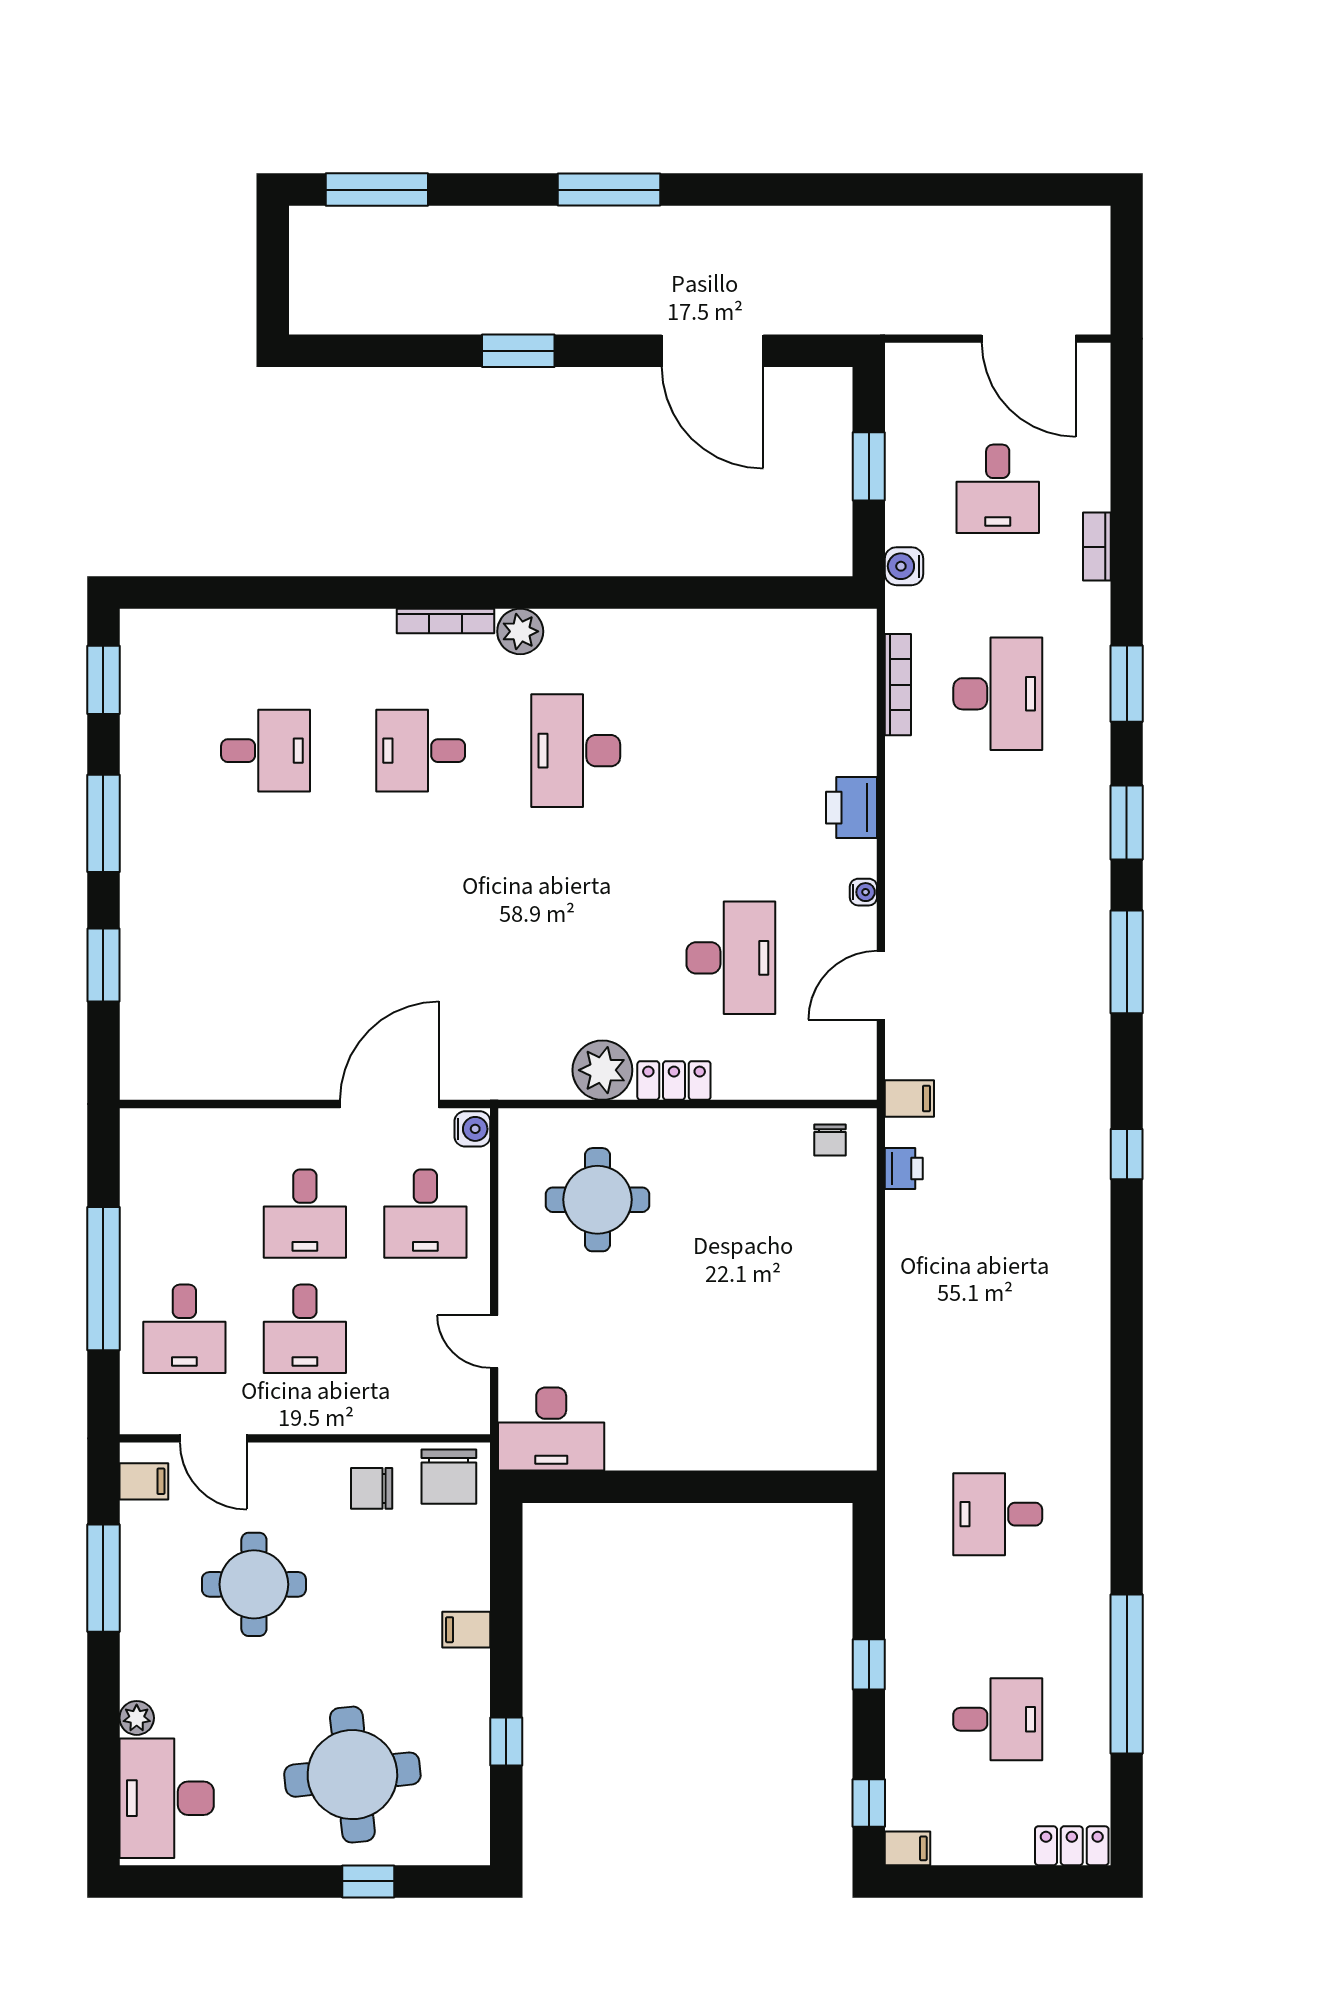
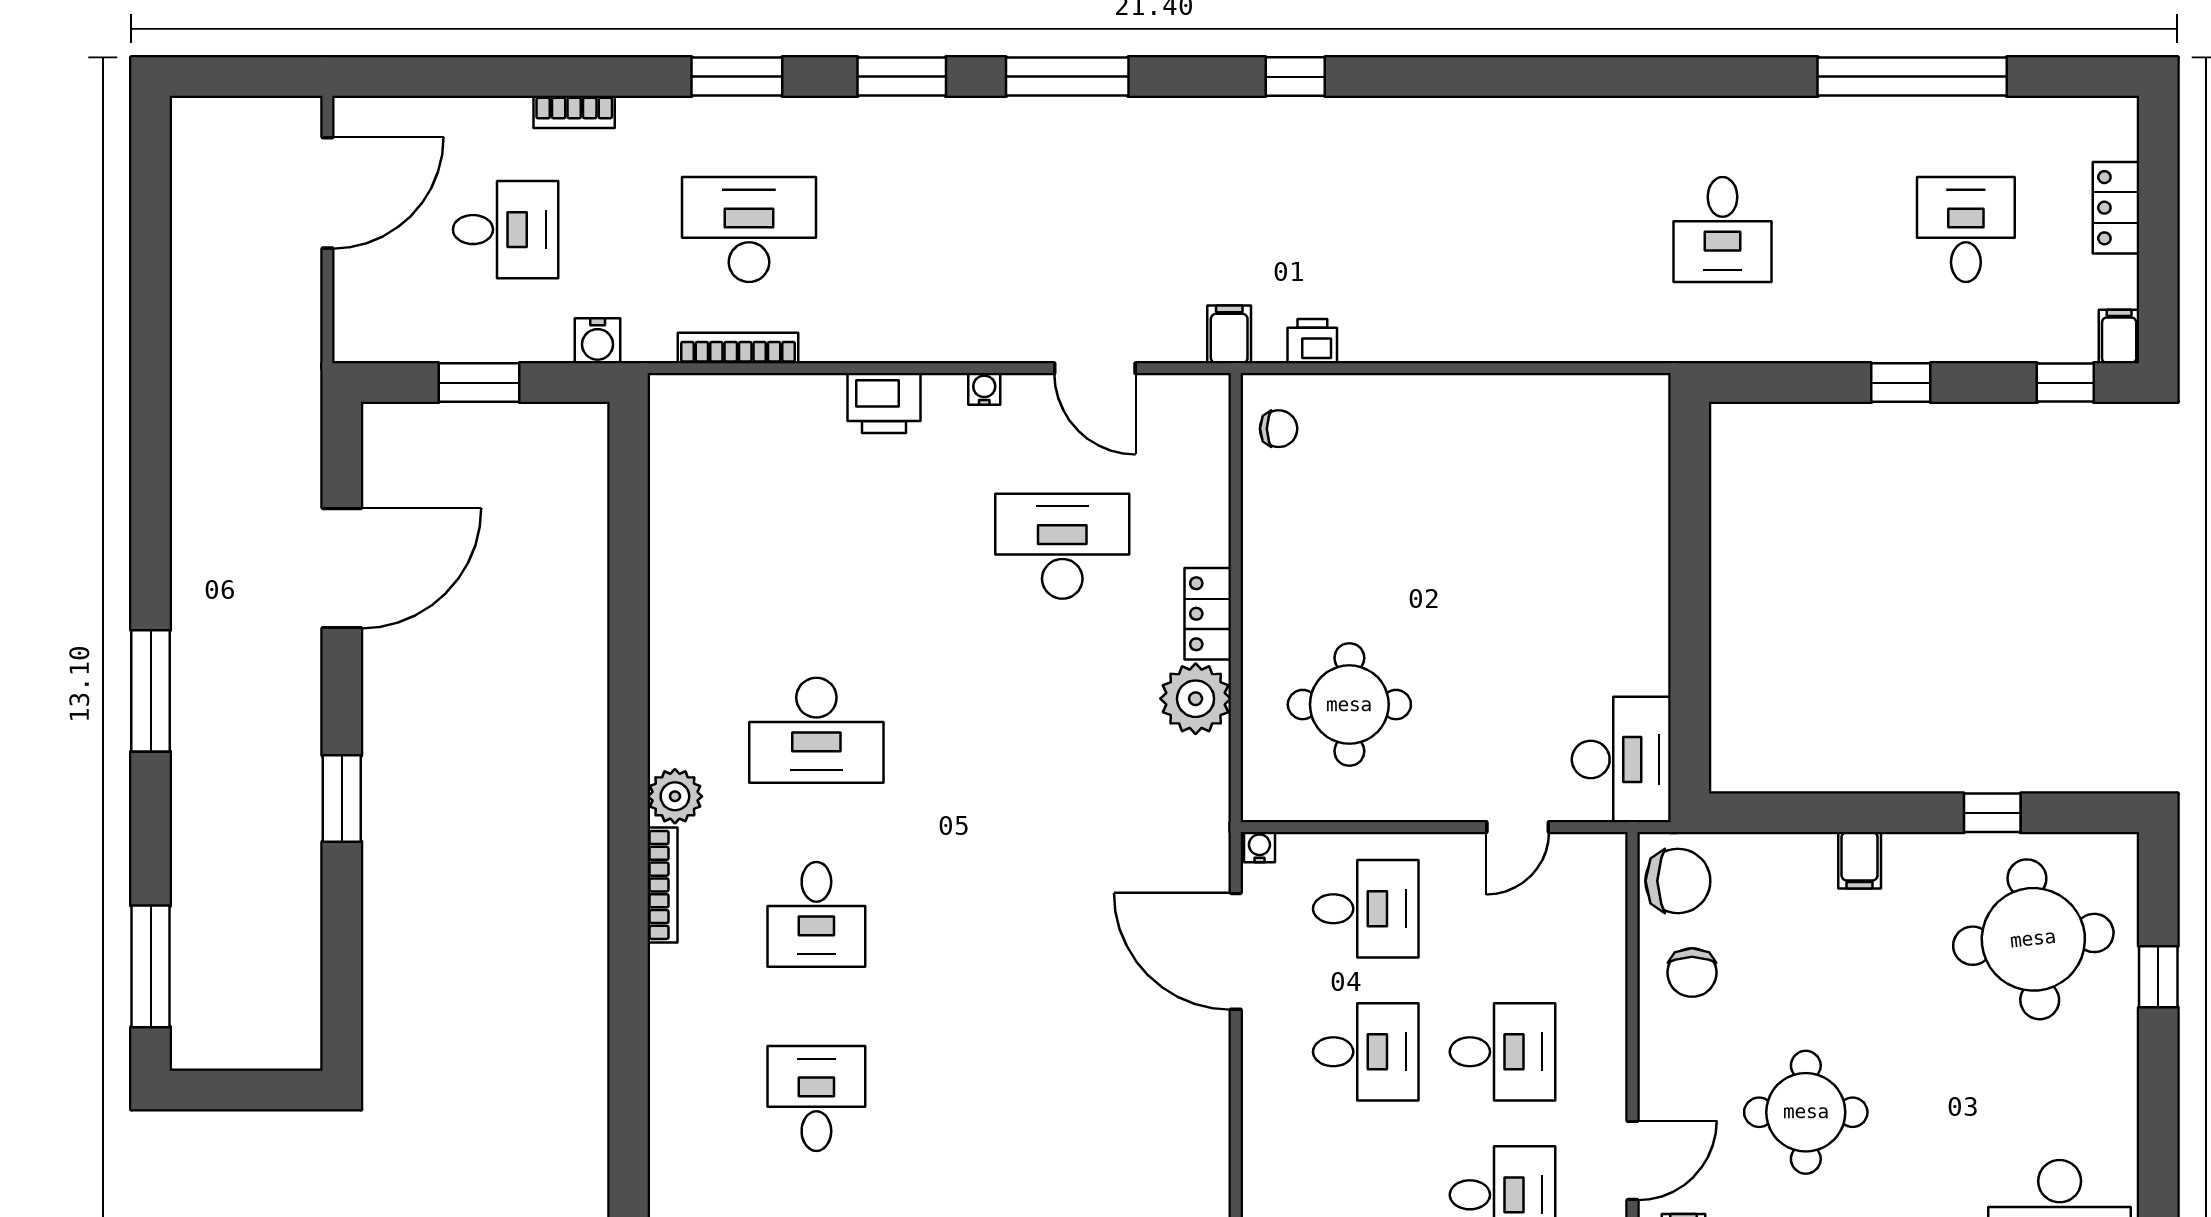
water cooler: (472, 1129) -> (1259, 847), width x0.72, depth x0.72
round table: (352, 1775) -> (2033, 939), moved
locker: (1072, 1846) -> (2116, 208), moved

